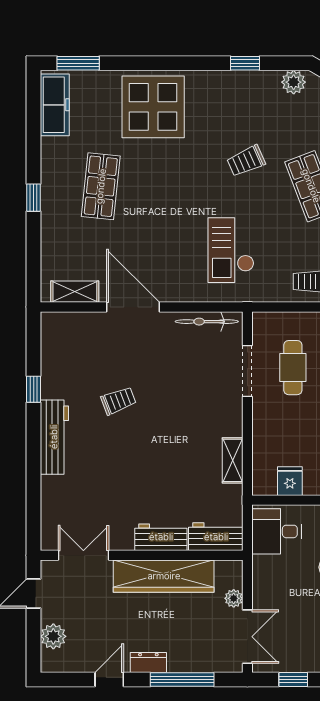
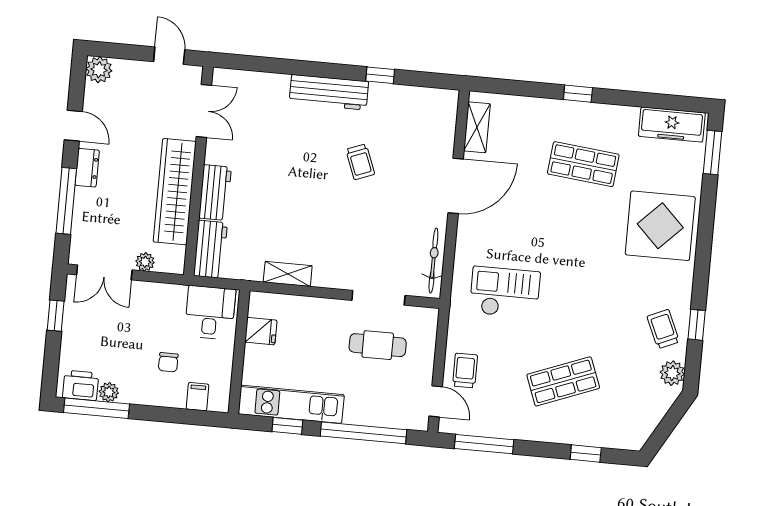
trolley: (246, 161) -> (663, 329), moved
plant: (53, 636) -> (99, 70), moved

